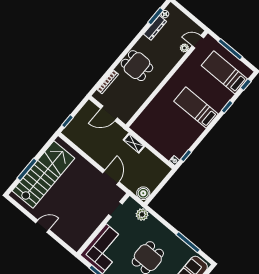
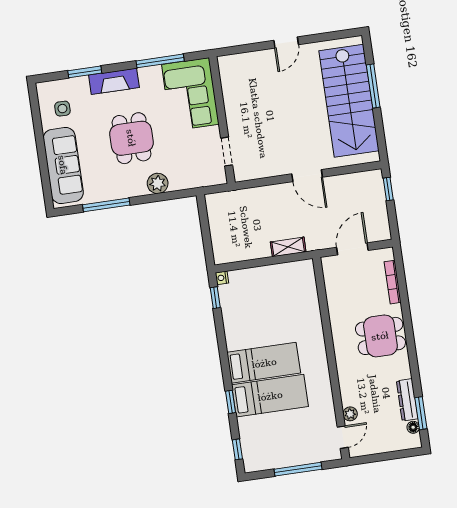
bed: (224, 72) -> (270, 396), moved
door: (111, 177) -> (307, 176), moved
boiler: (143, 193) -> (216, 203), removed
plant: (142, 215) -> (158, 183), moved

